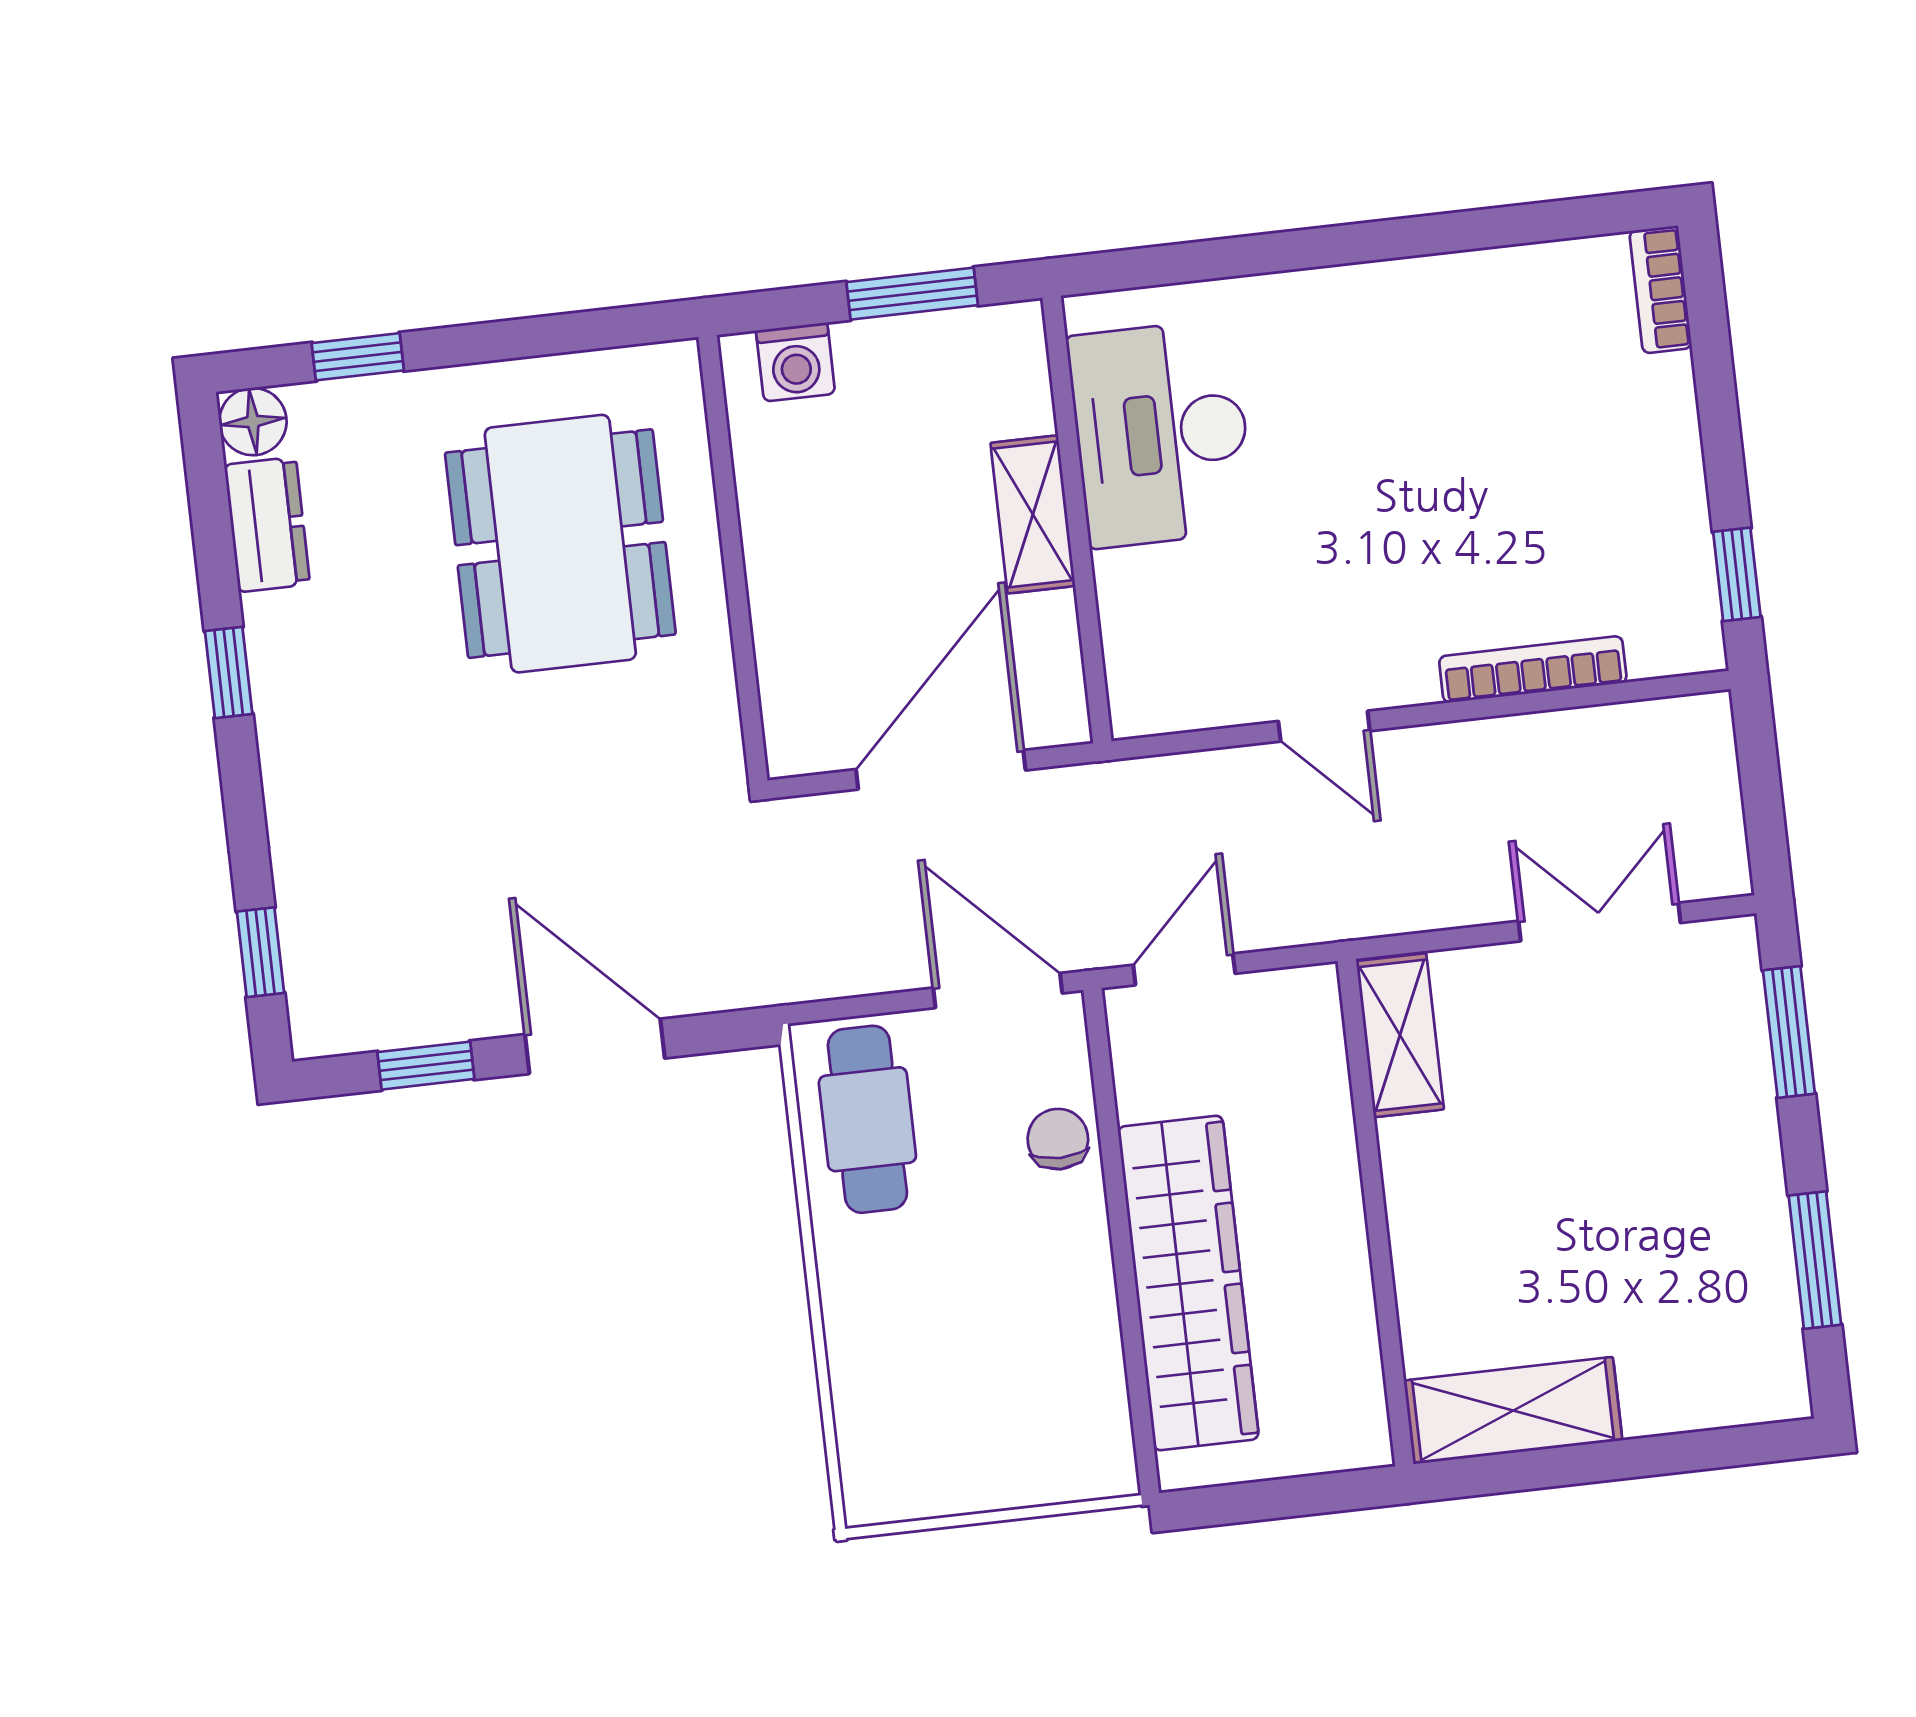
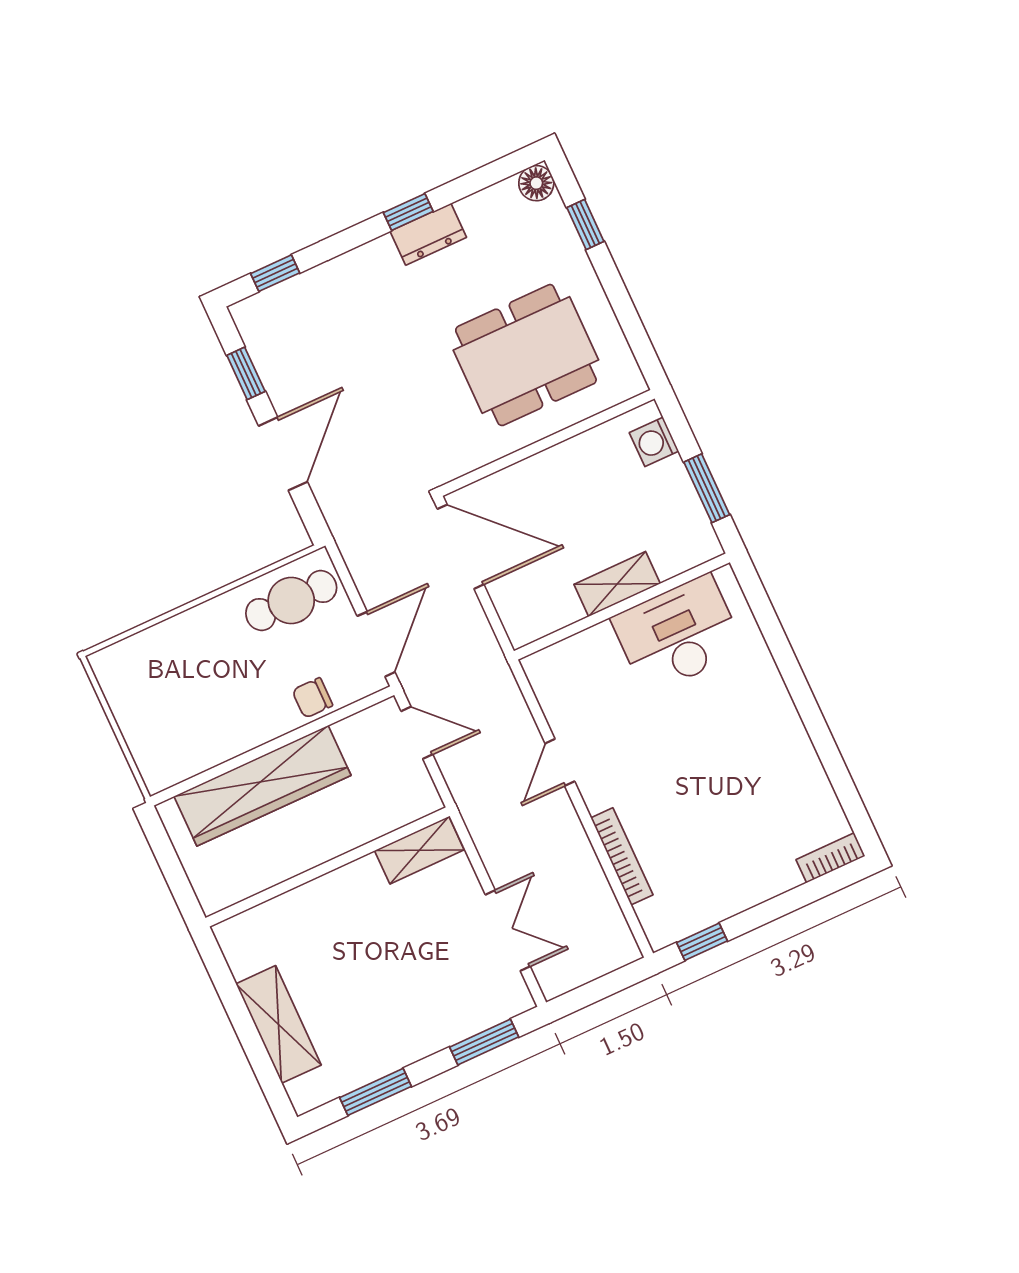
dresser: (267, 525) -> (428, 234), moved
door: (941, 770) -> (461, 547), moved
chair: (1058, 1139) -> (312, 698), turned 180
shelving: (1513, 1411) -> (278, 1024), moved

